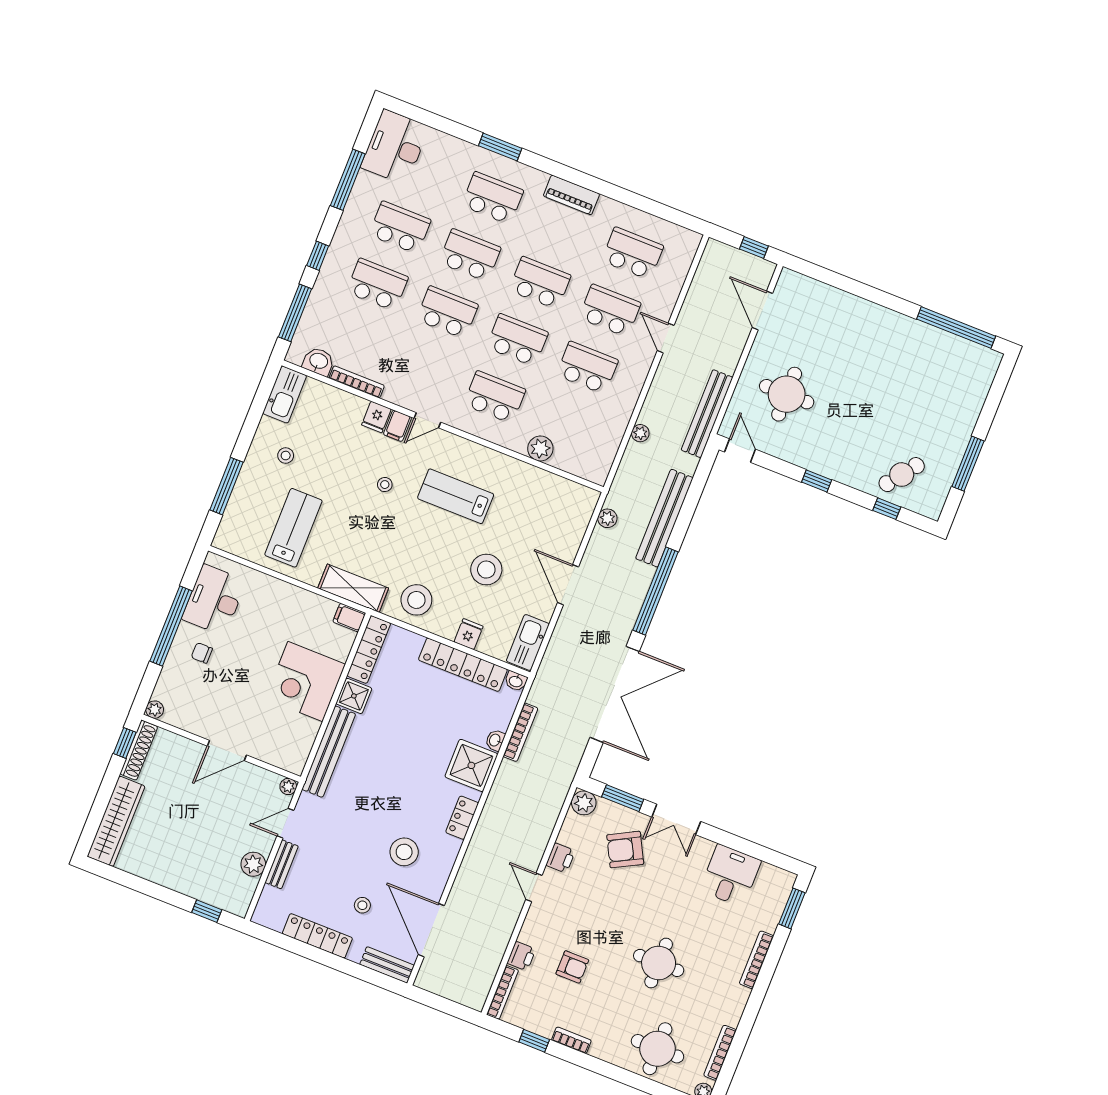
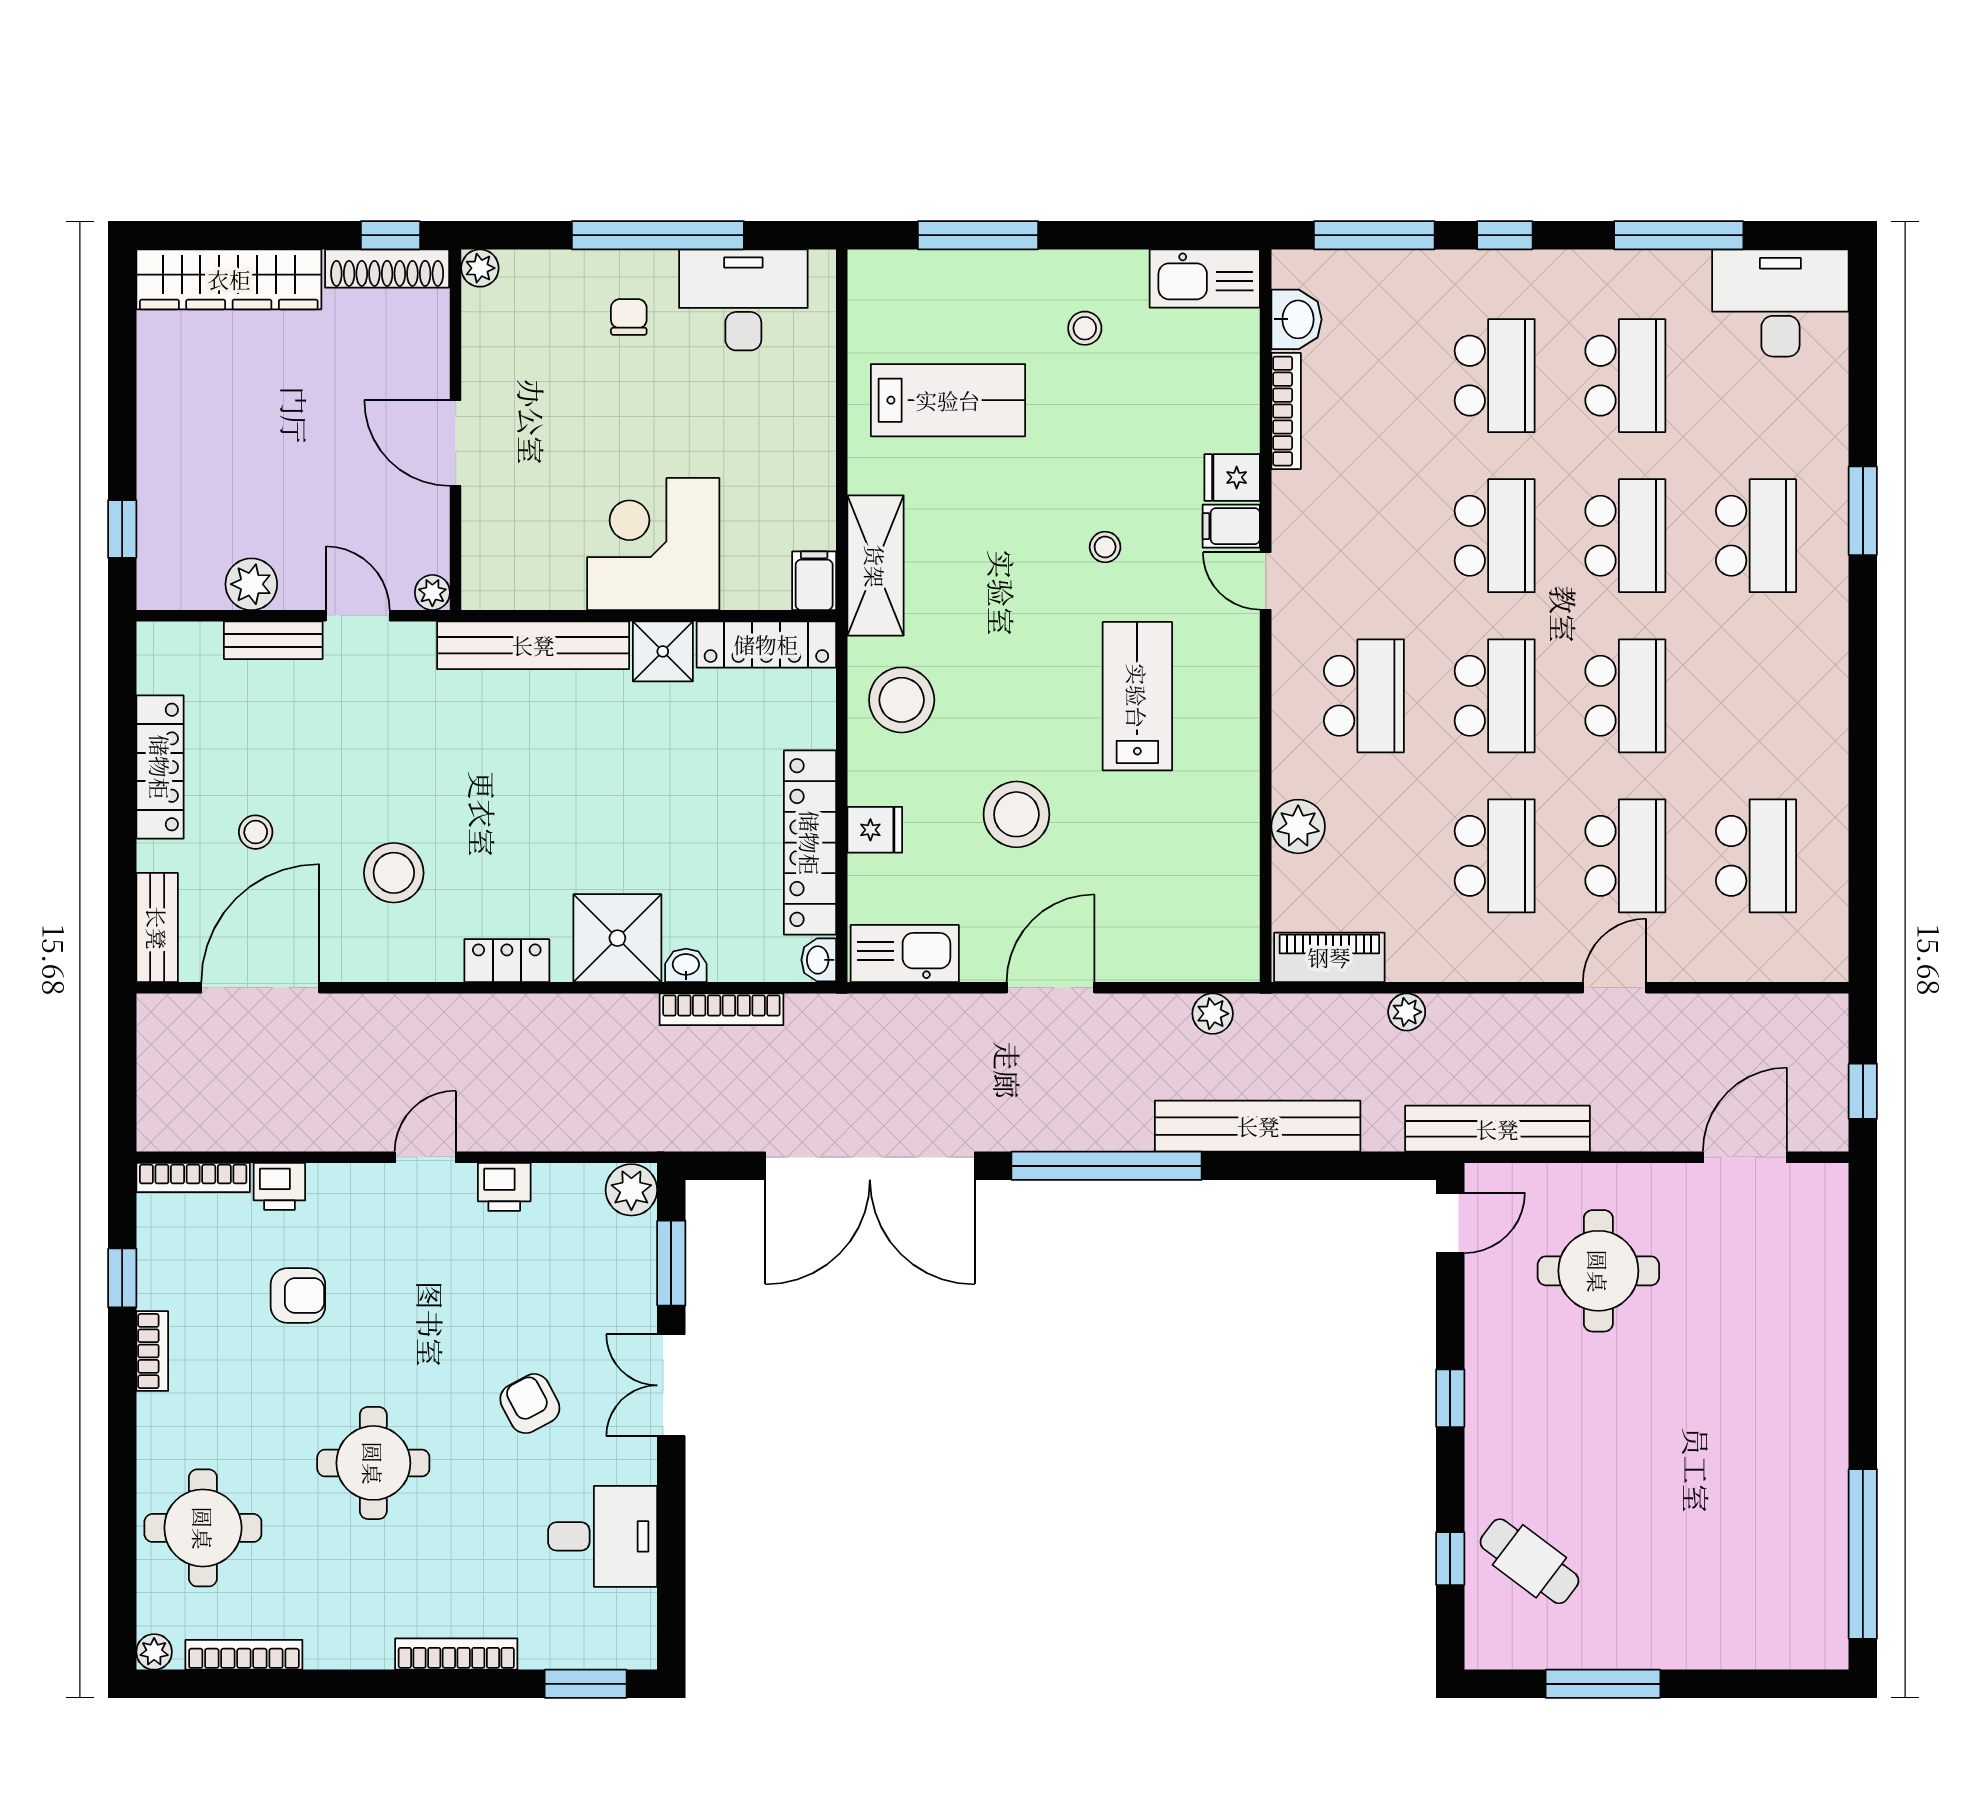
piano: (571, 195) -> (1329, 957), moved, turned 90
armchair: (625, 850) -> (530, 1404), moved, width x0.72, depth x0.72
armchair: (572, 967) -> (298, 1296), turned -90

